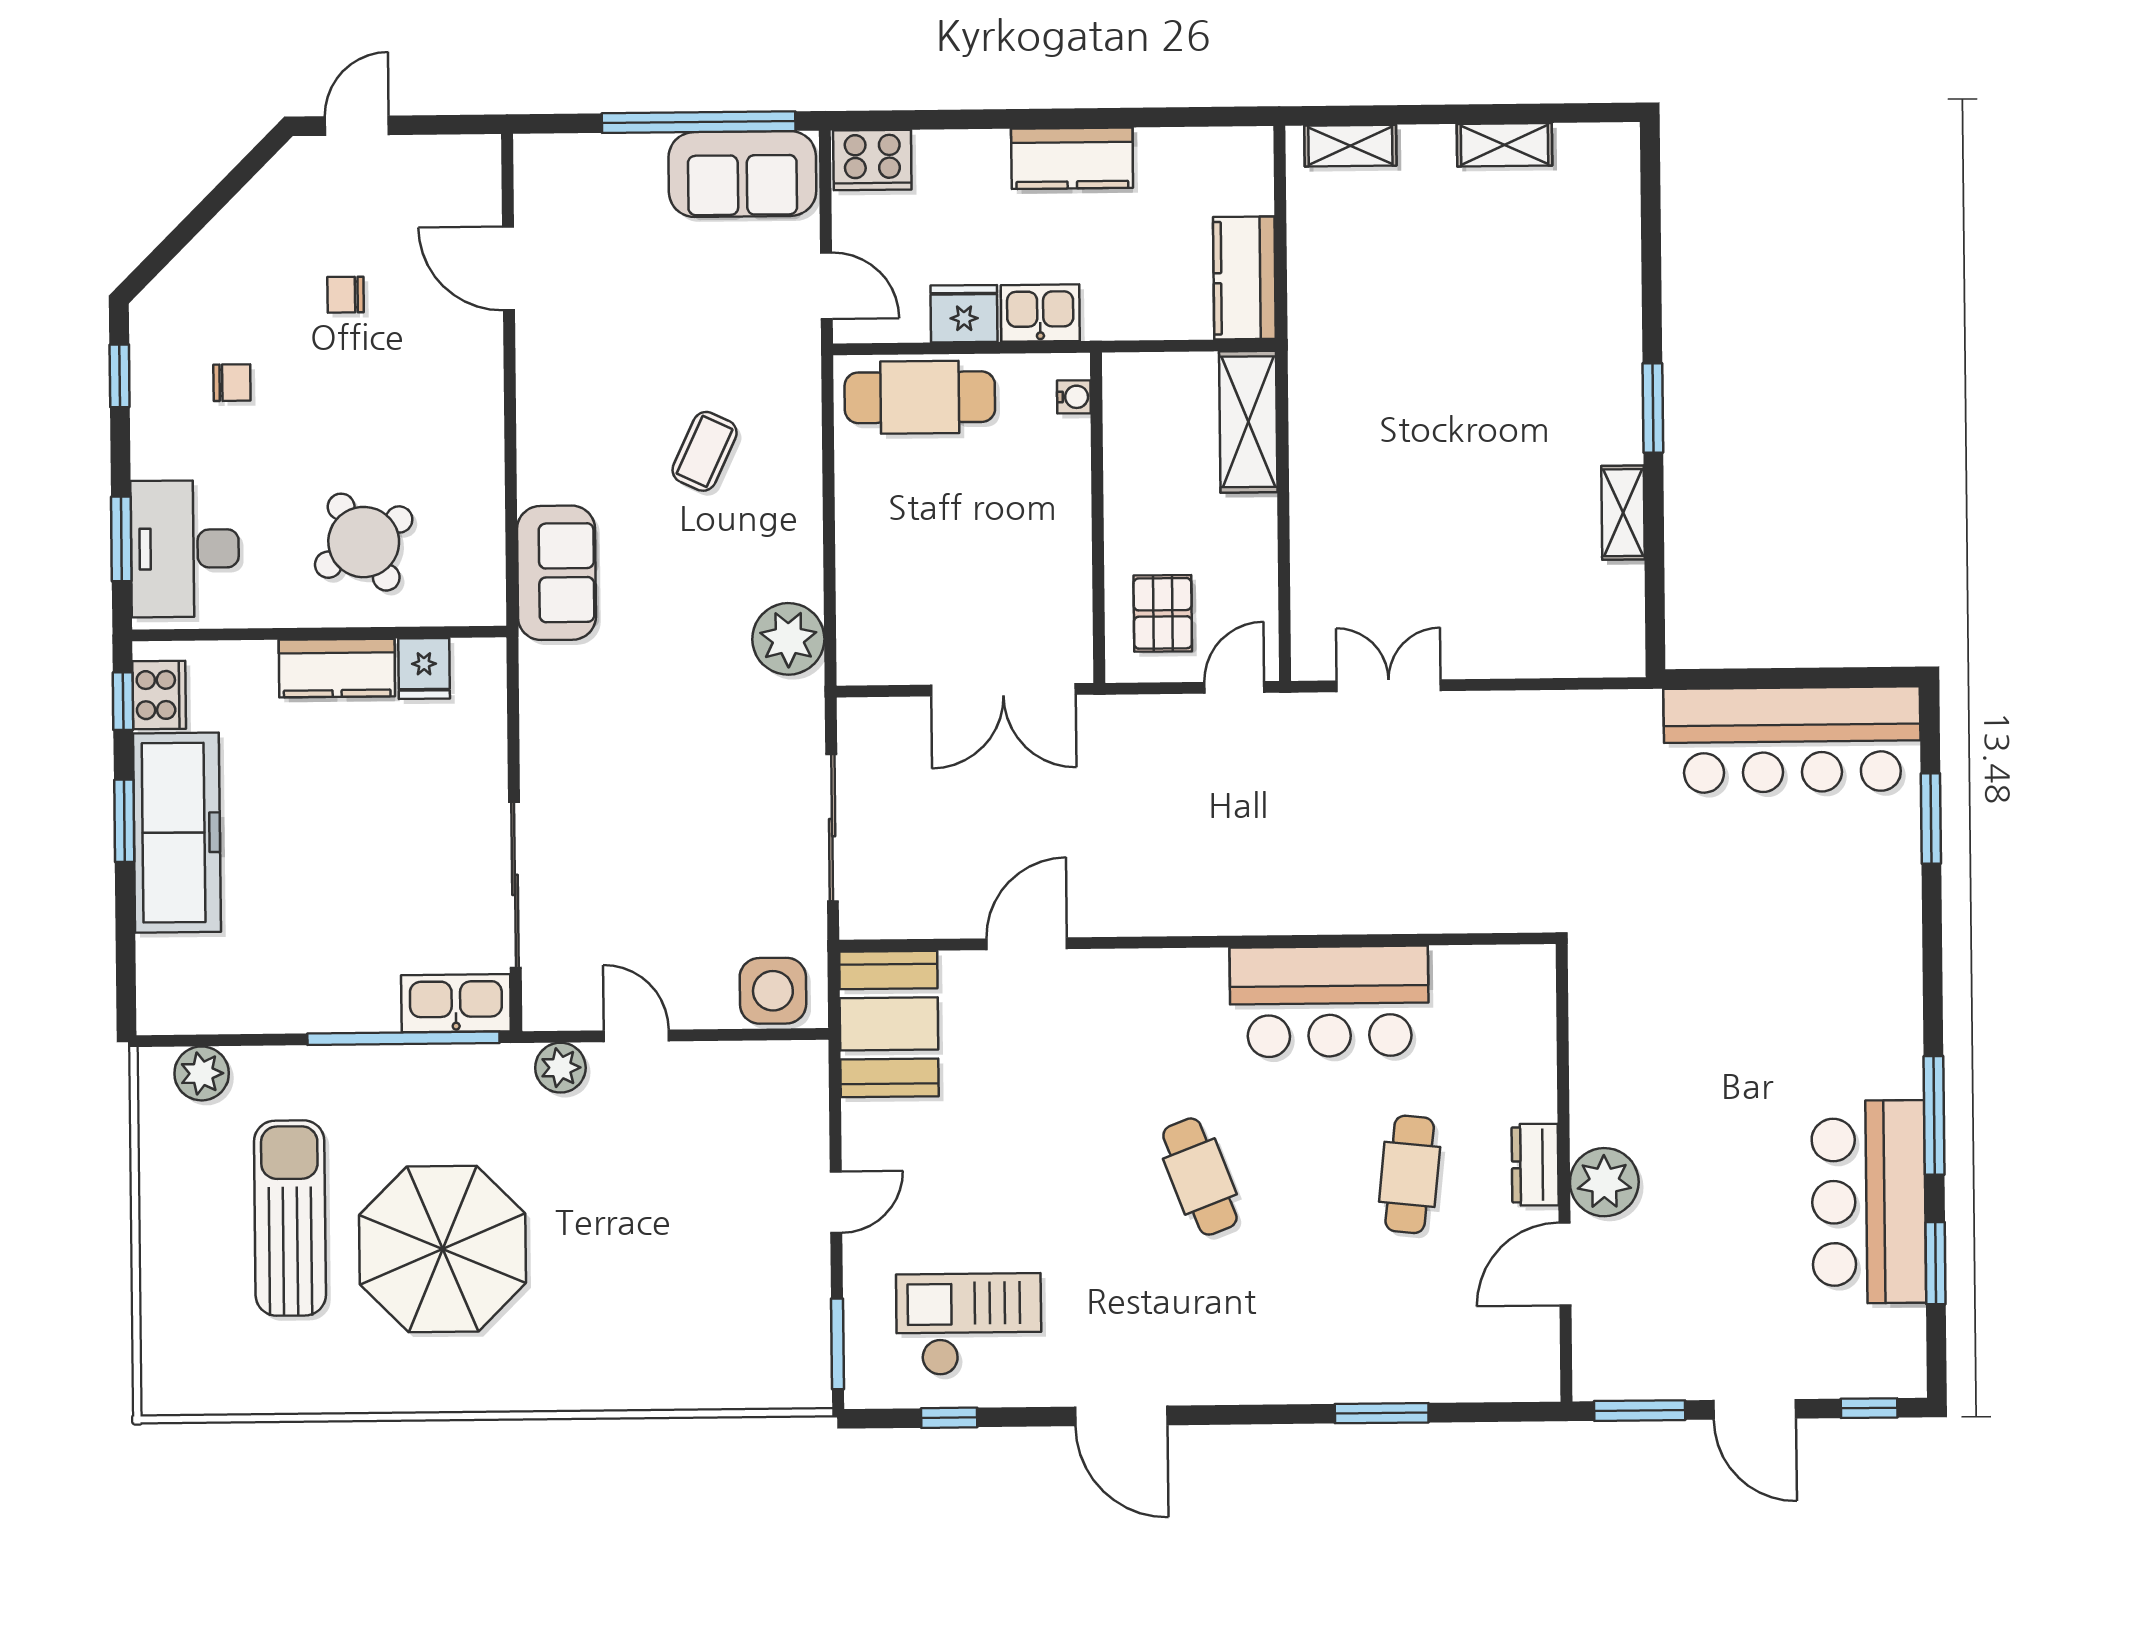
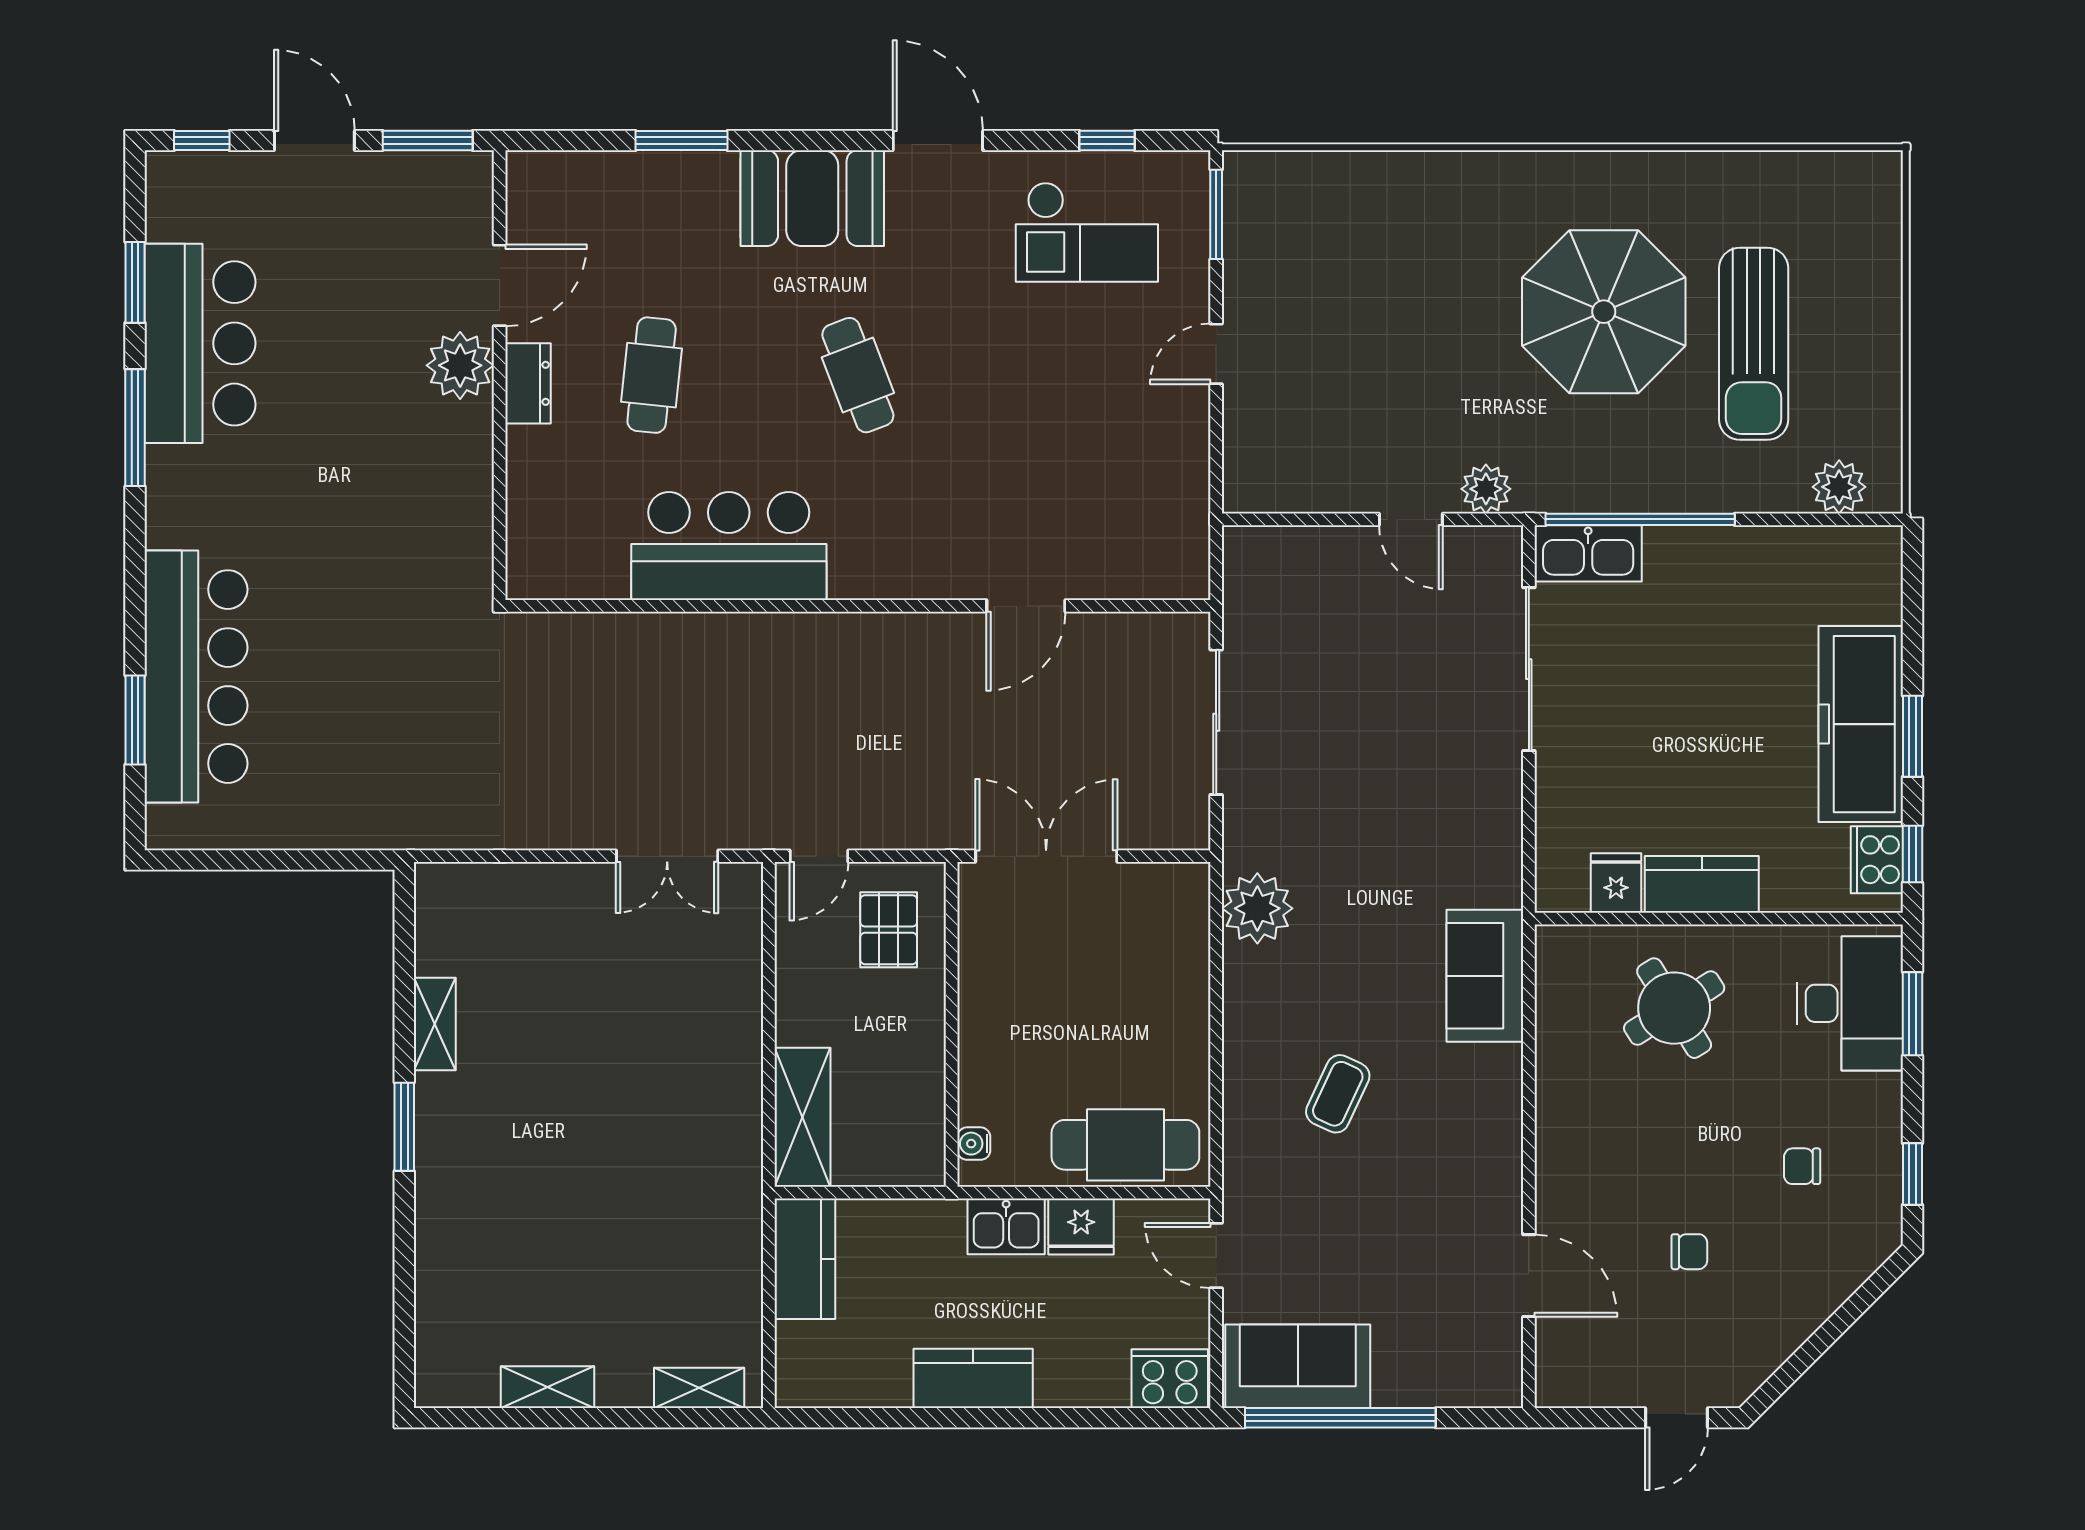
bar counter: (1792, 740) -> (196, 677), moved, turned 90
side table: (773, 991) -> (1276, 562), removed
booth: (889, 1024) -> (812, 198), moved, turned 90

